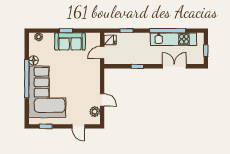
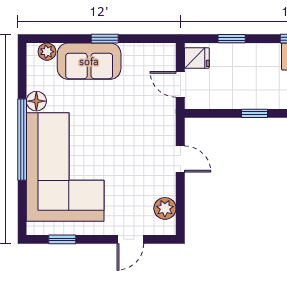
sofa: (70, 41) -> (89, 61), moved
door: (102, 52) -> (180, 84), hinge flipped
door: (102, 100) -> (180, 159), moved
door: (78, 126) -> (130, 239), hinge flipped

